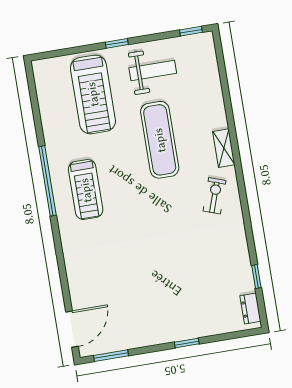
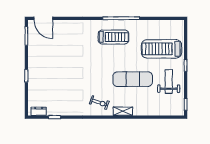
weight bench: (153, 71) -> (169, 81), turned 180
treadmill: (86, 190) -> (113, 37), turned 180

